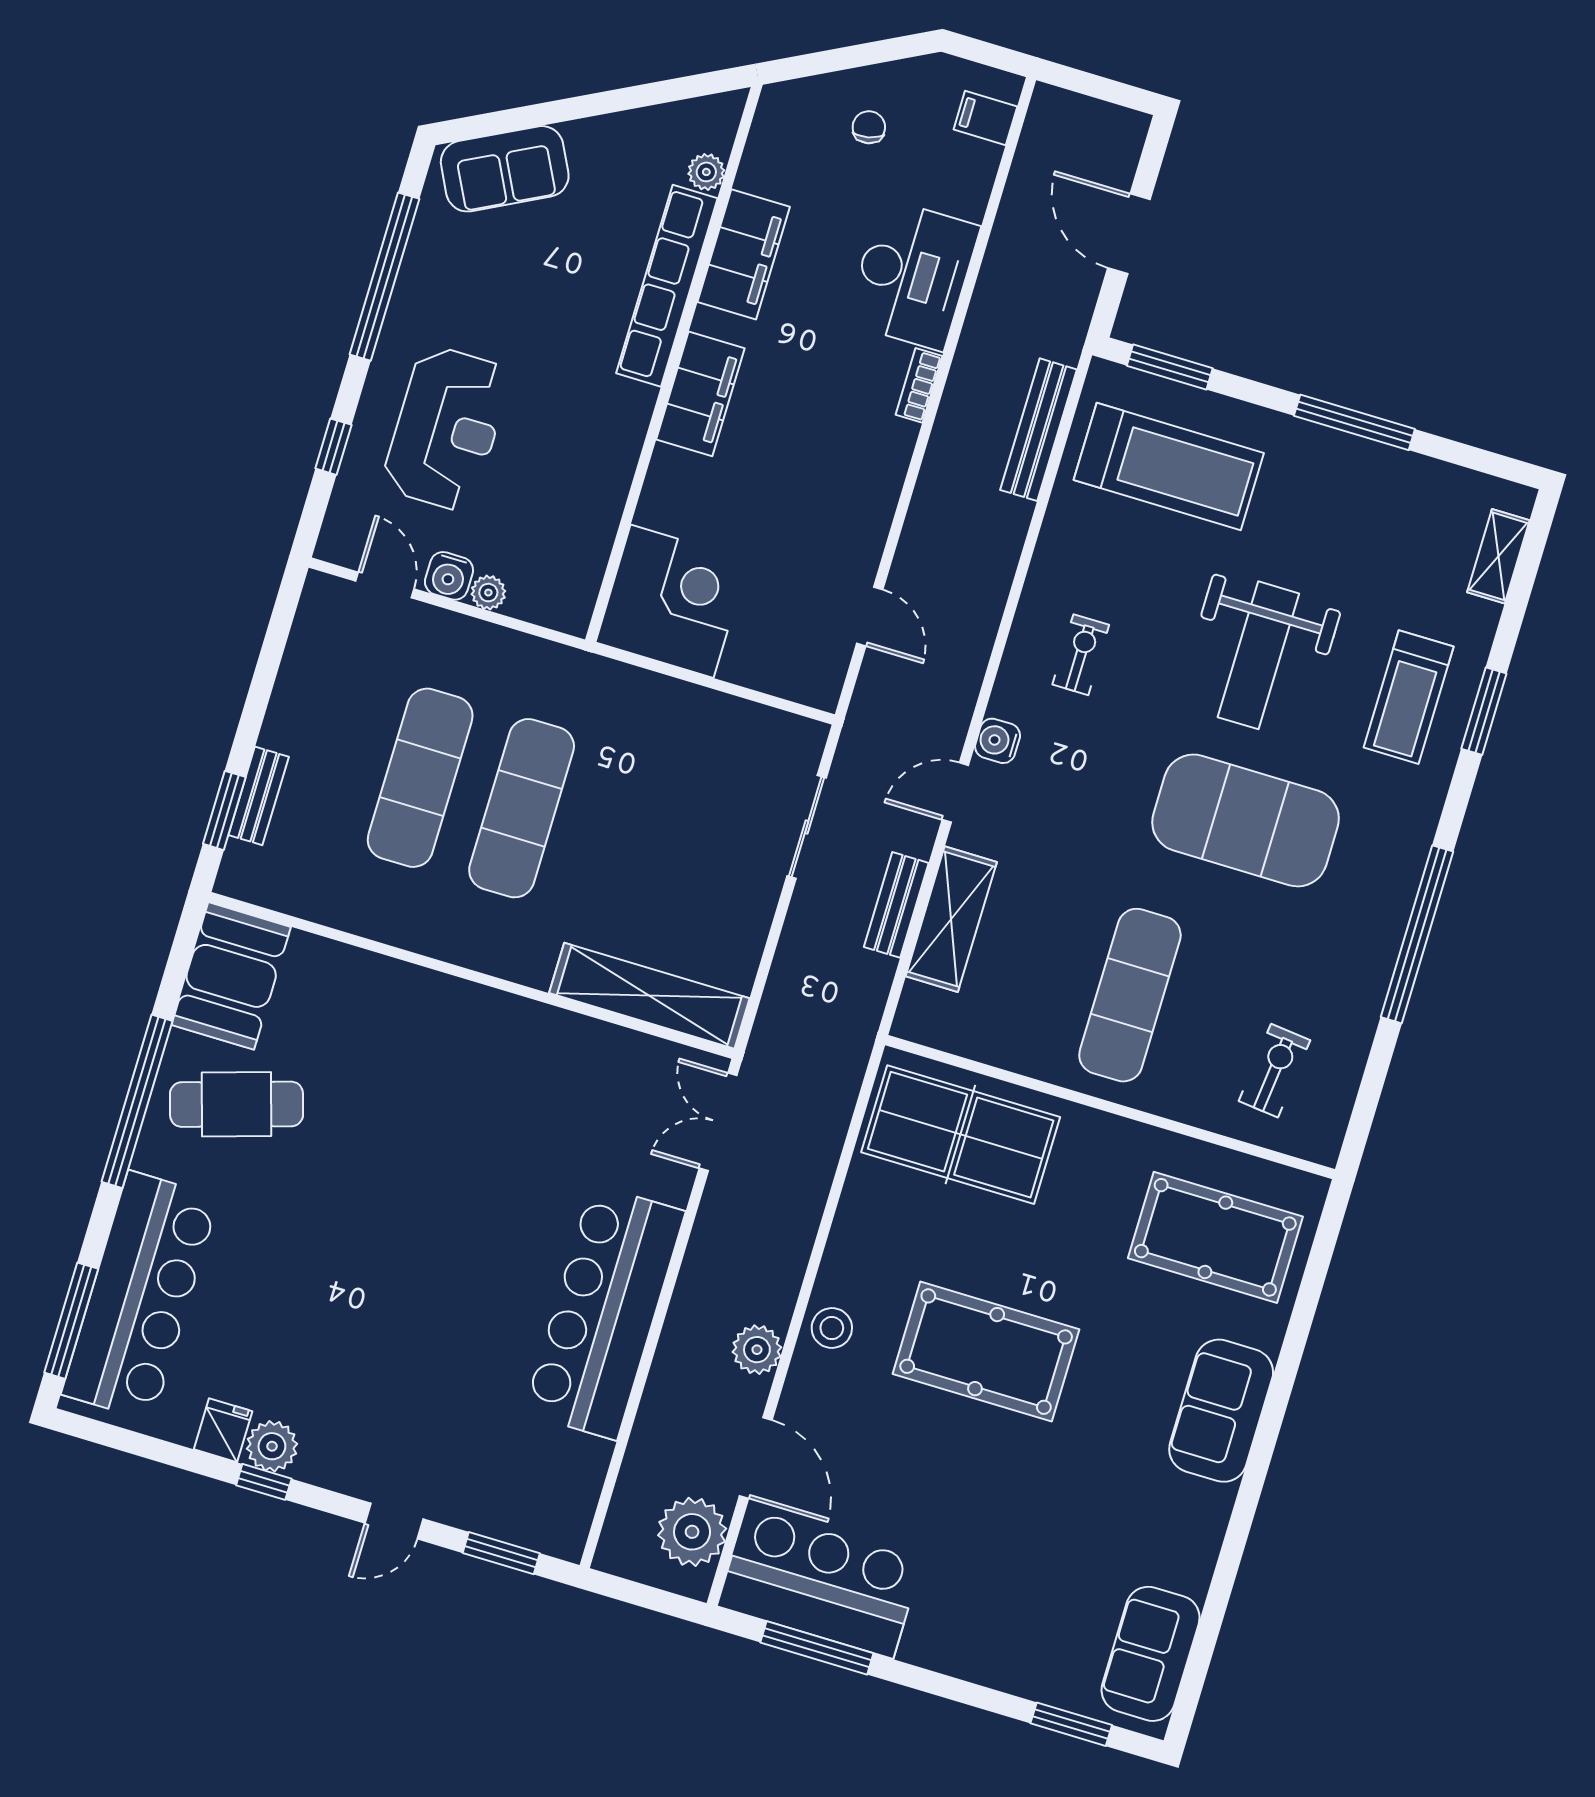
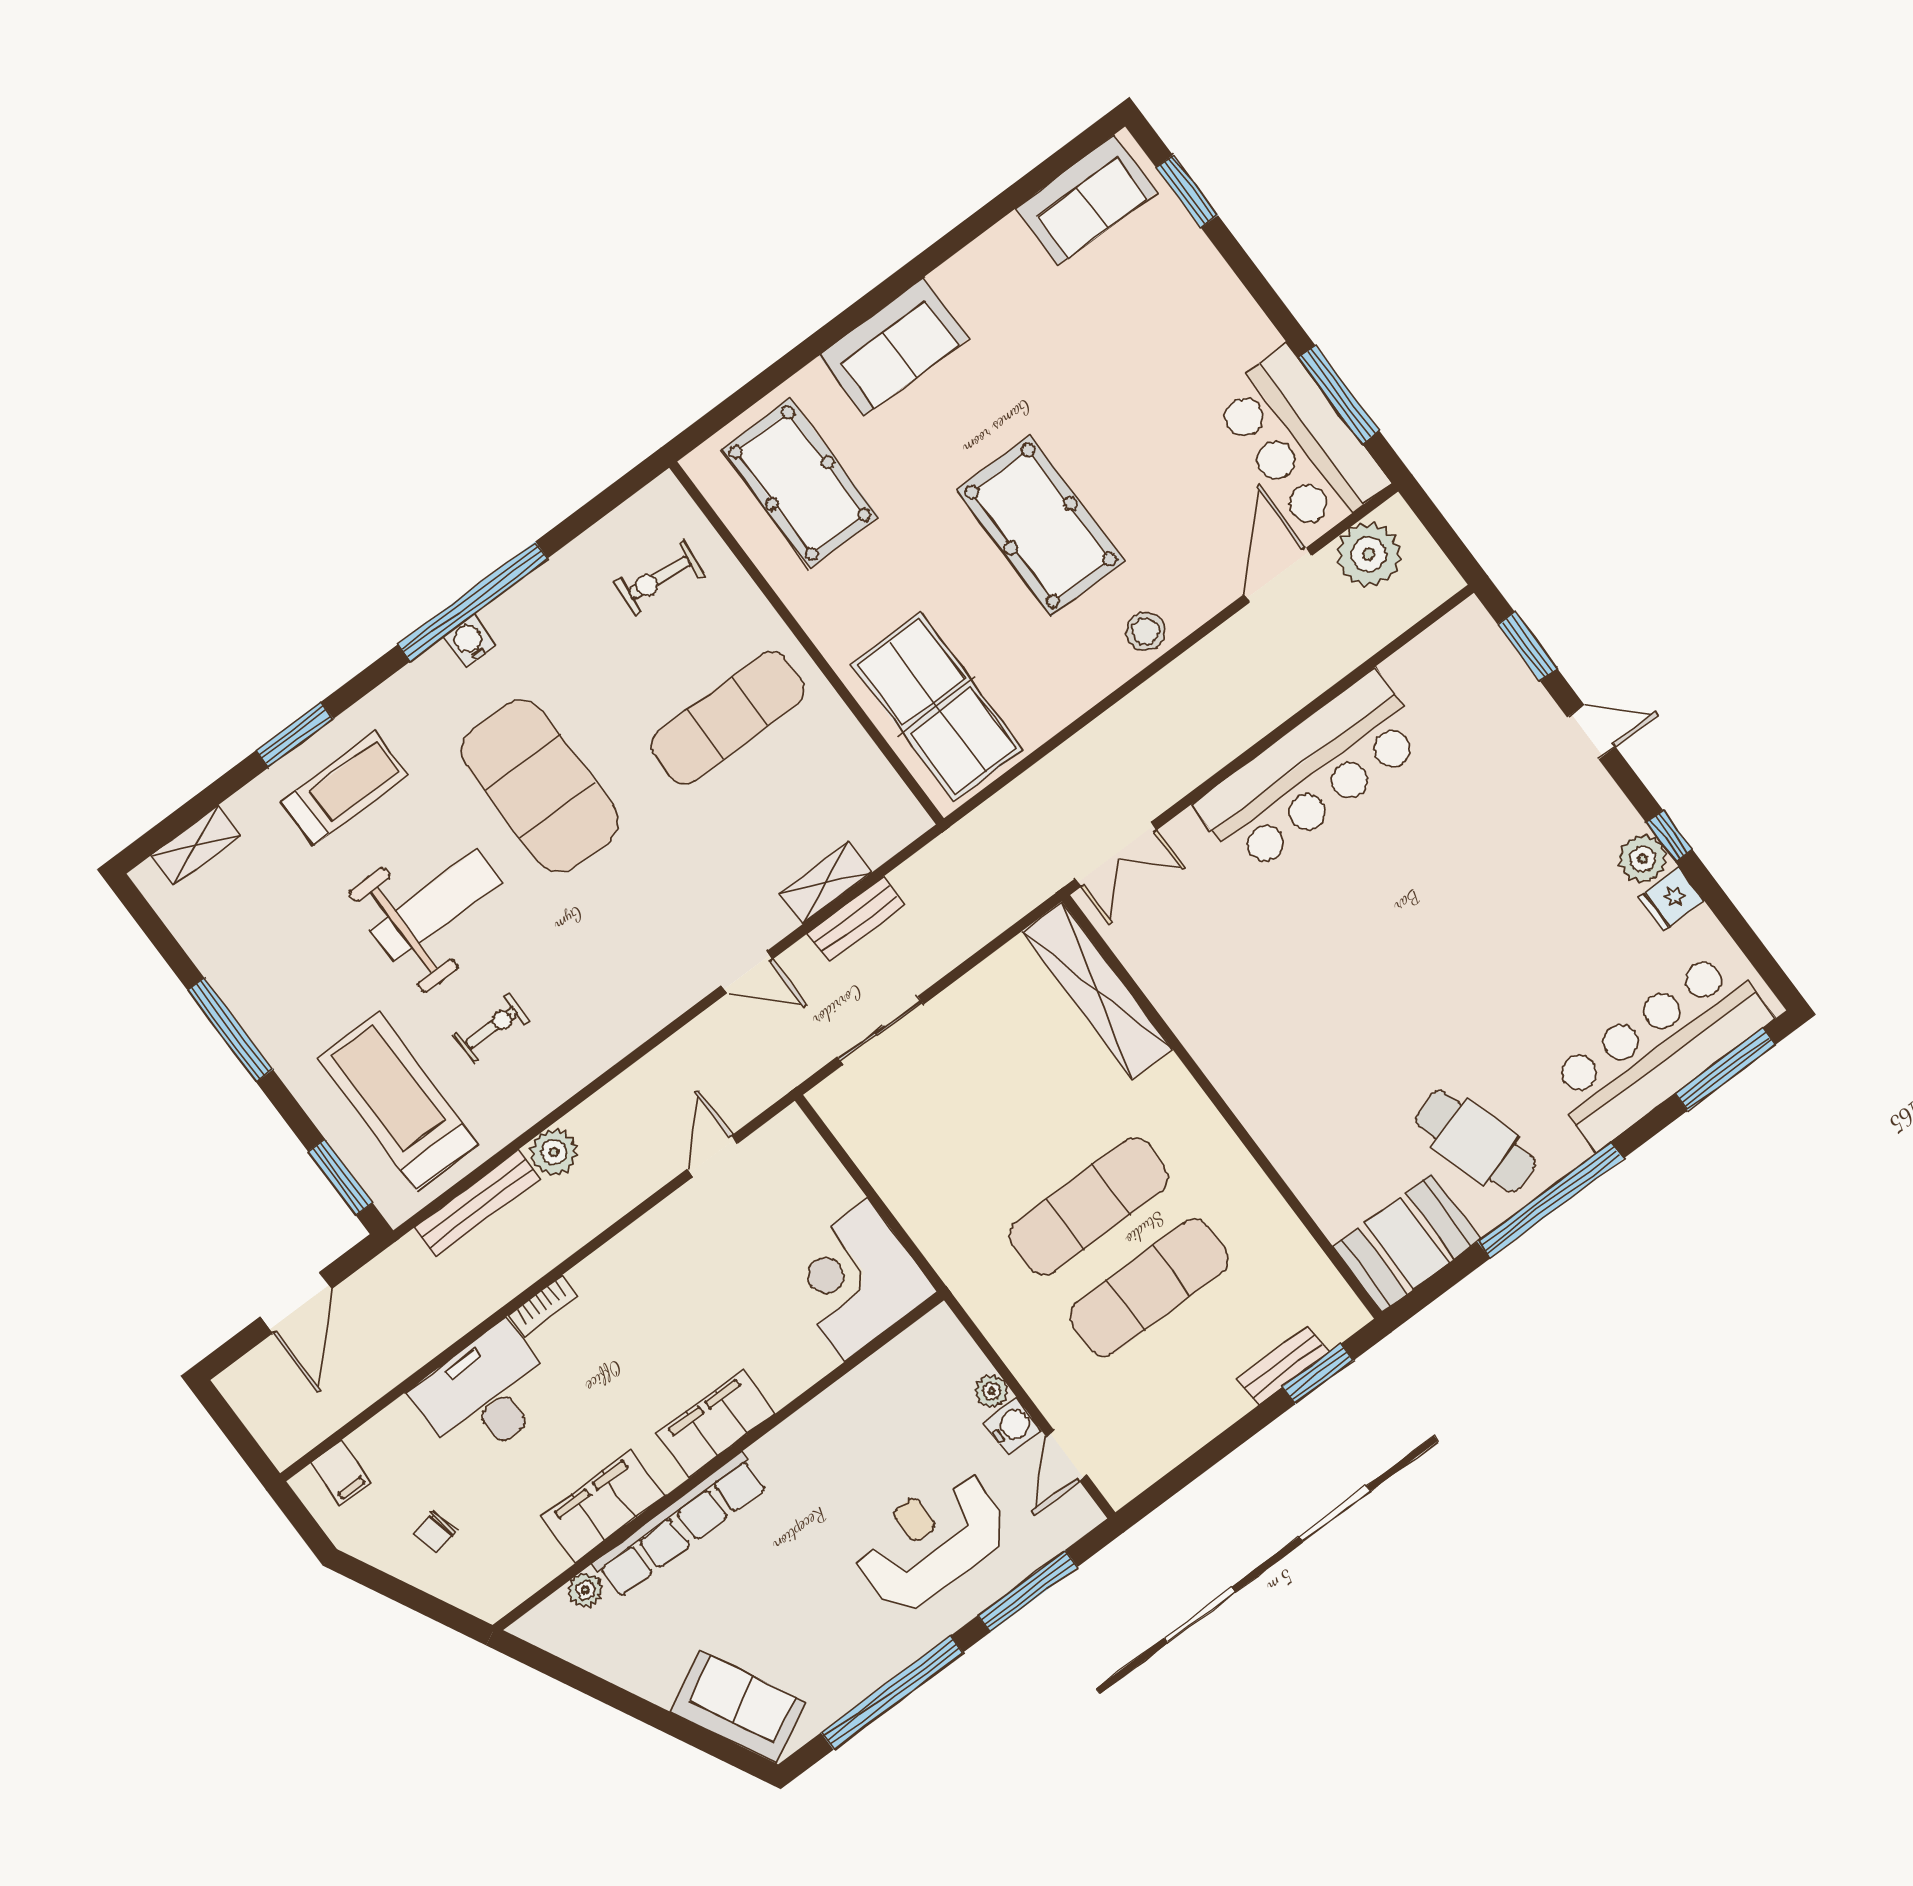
window: (333, 447) -> (1028, 1591), width x2.17
exercise bike: (1081, 655) -> (491, 1028), moved, turned 180
water cooler: (998, 741) -> (470, 641), moved, turned 180
shelving: (951, 919) -> (826, 883), width x0.67, depth x0.75
plant: (757, 1350) -> (554, 1152), moved

